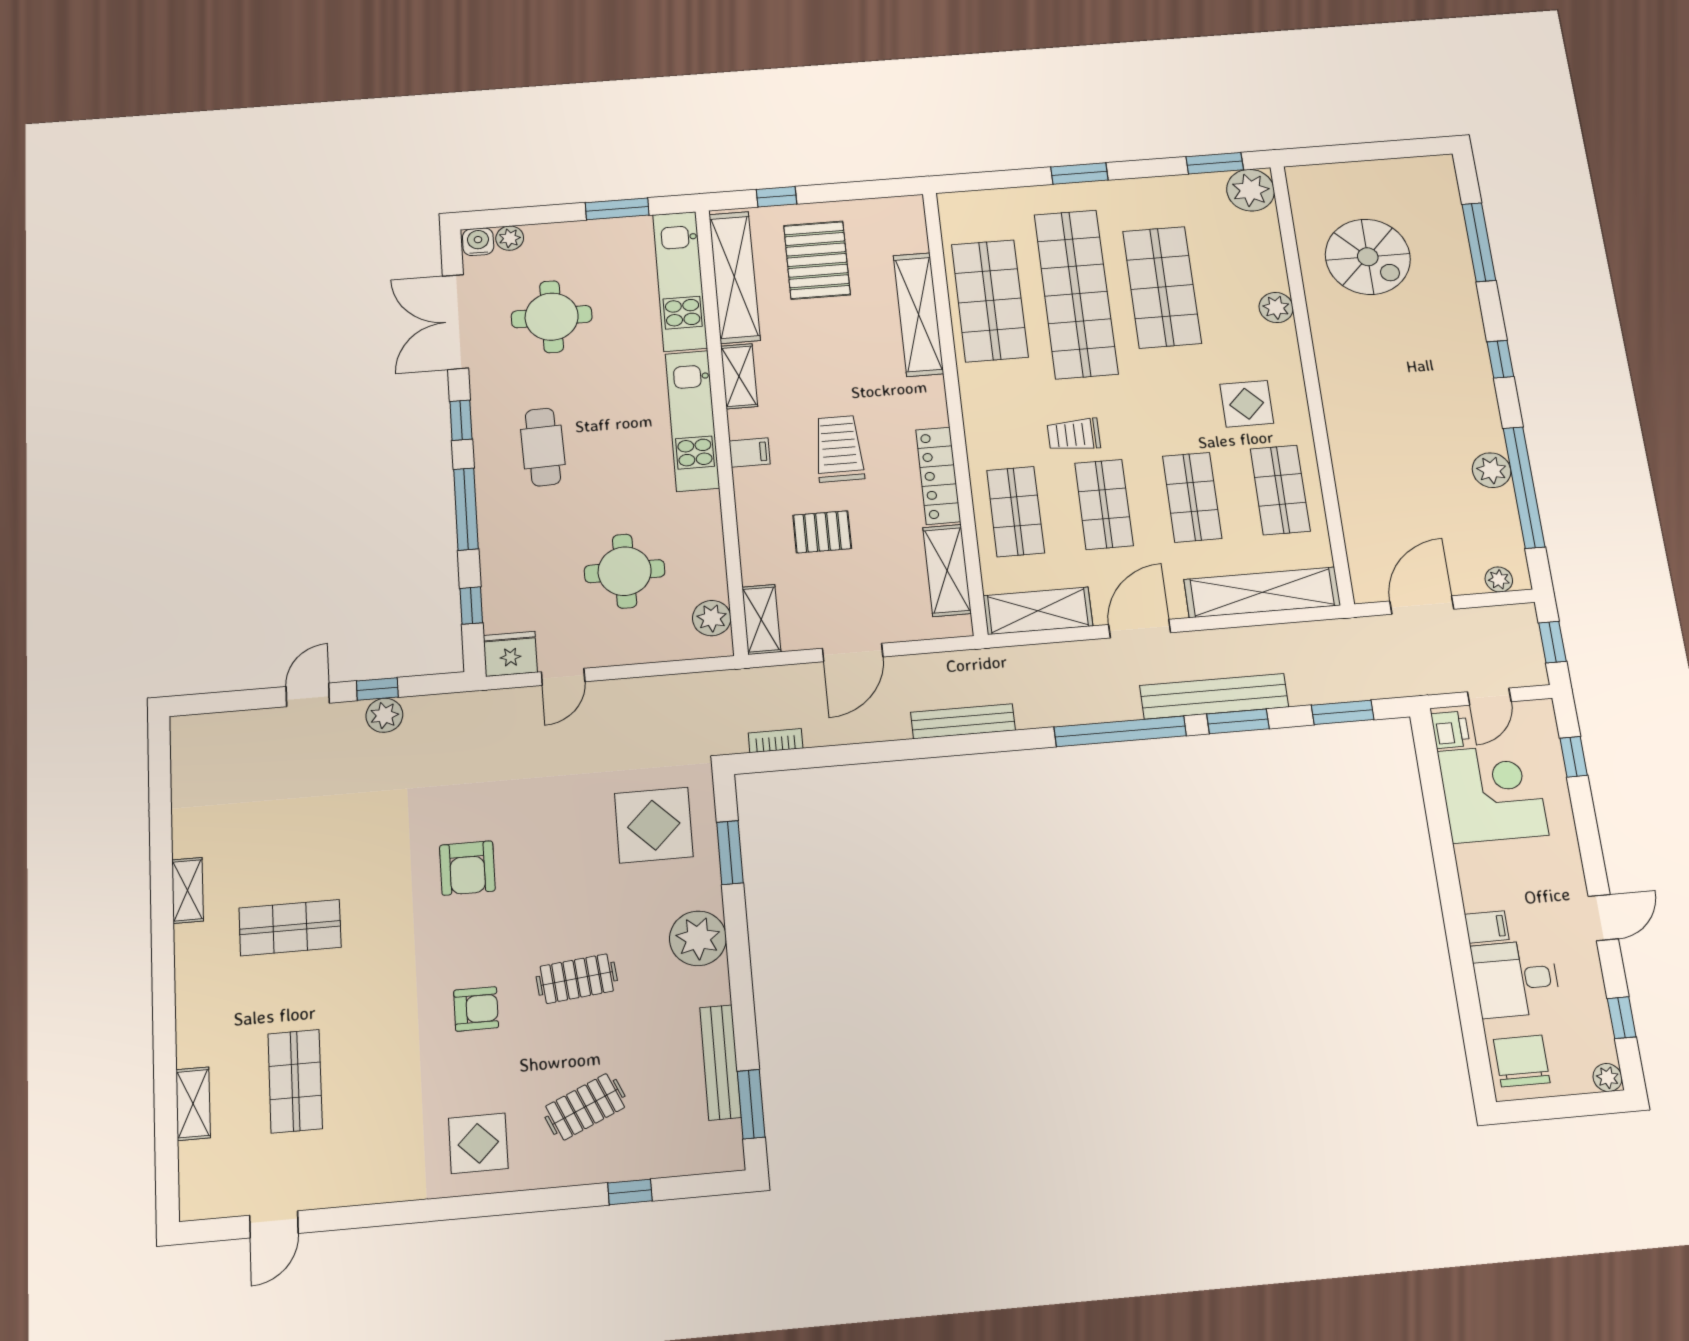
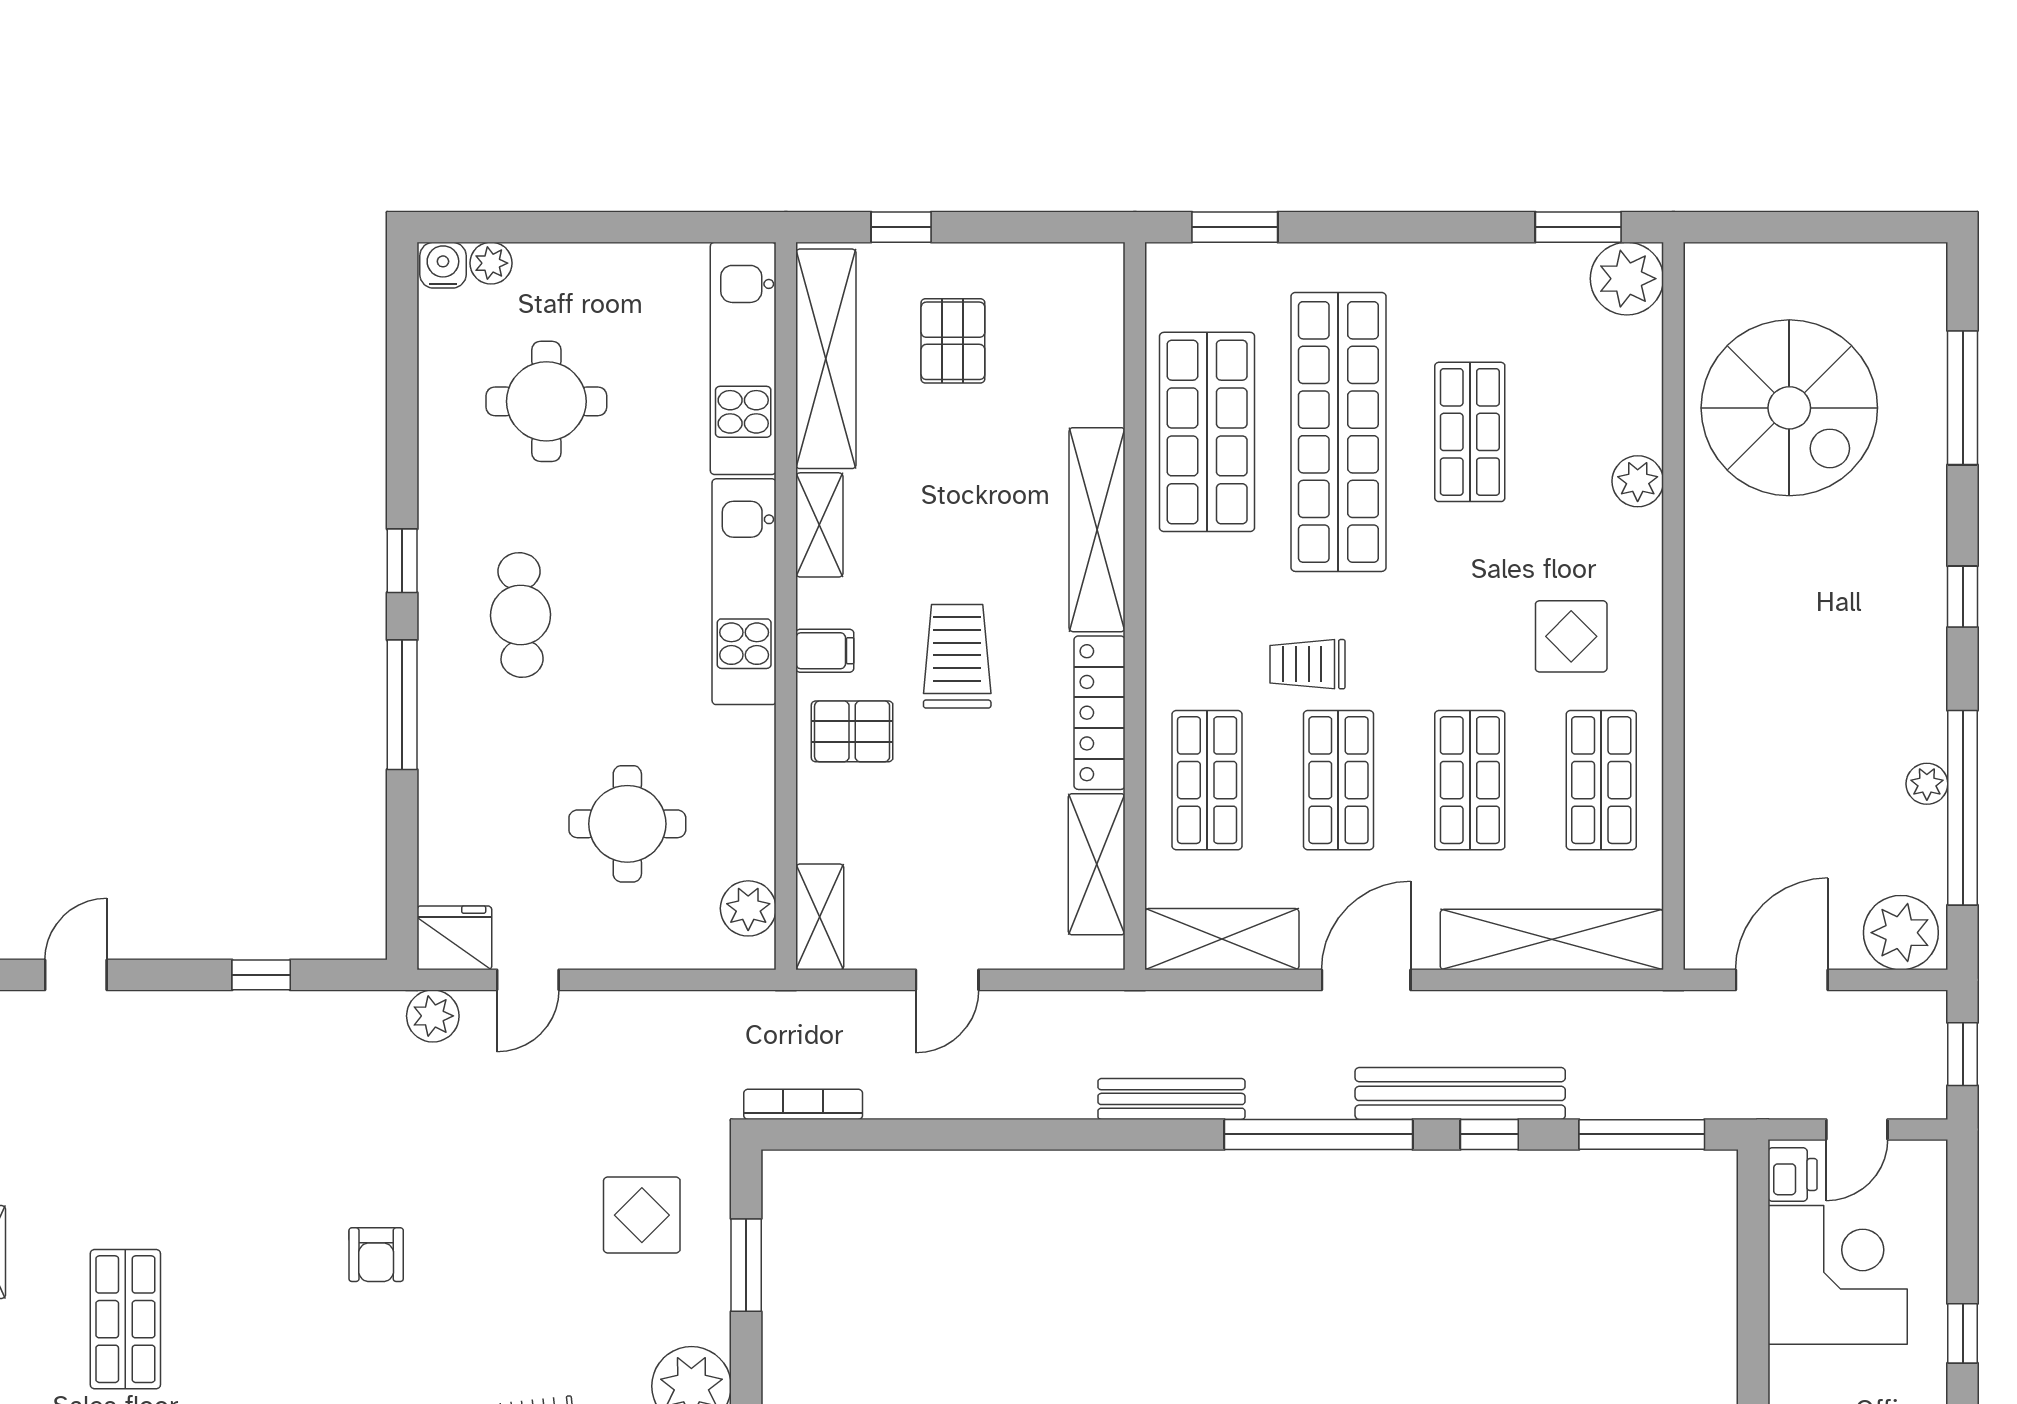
window: (1079, 174) -> (1235, 227), moved
window: (617, 209) -> (657, 227), removed
spiral stairs: (1368, 257) -> (1789, 408), width x1.37, depth x1.37
pallet: (817, 260) -> (953, 341), width x0.67, depth x0.71
shop shelf: (1162, 287) -> (1470, 432), width x0.70, depth x0.74
shelving: (918, 314) -> (1097, 530), moved
double door: (455, 322) -> (402, 398), removed
plant: (1492, 470) -> (1927, 784), width x0.73, depth x0.73
pallet: (822, 532) -> (852, 731), moved
plant: (1499, 579) -> (1901, 933), width x1.88, depth x1.88
window: (471, 605) -> (402, 858), removed
door: (853, 653) -> (947, 980), width x0.73
door: (308, 695) -> (76, 975), moved
window: (1343, 712) -> (1642, 1134), width x1.44
plant: (384, 715) -> (433, 1016), moved
bench: (963, 721) -> (1171, 1099), moved
window: (1238, 721) -> (1489, 1134), width x0.67
bookcase: (776, 741) -> (803, 1104), width x1.56
window: (1574, 757) -> (1963, 1333), moved
display table: (654, 825) -> (642, 1215), width x0.73, depth x0.73
armchair: (467, 868) -> (376, 1255), width x0.72, depth x0.72
shop shelf: (290, 928) -> (125, 1319), turned 90

